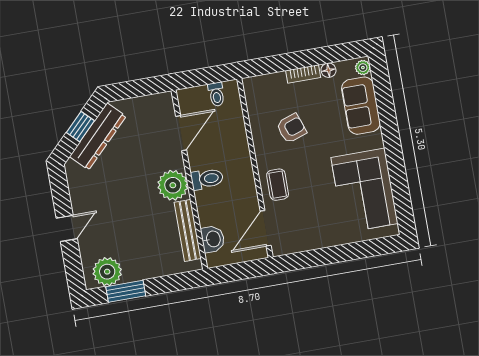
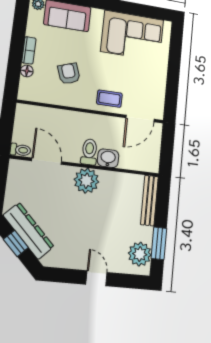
floor lamp: (328, 70) -> (27, 71), moved
toilet: (216, 94) -> (20, 150), moved
door: (266, 228) -> (140, 119), hinge flipped
bench: (188, 230) -> (149, 200), moved, turned 90
washbasin: (213, 239) -> (108, 158), moved

